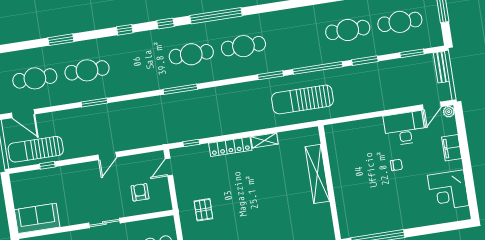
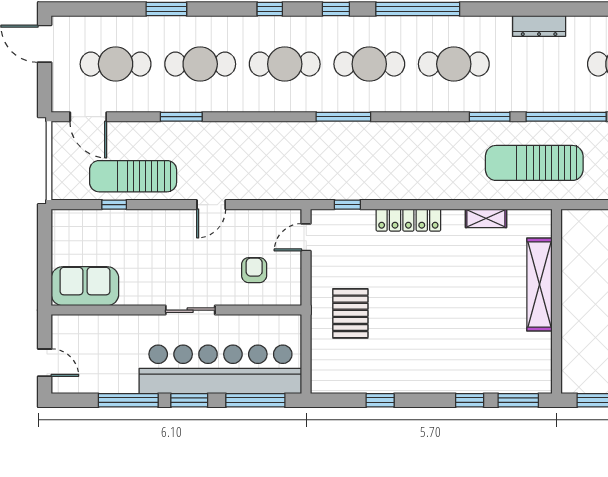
dresser: (292, 15) -> (539, 26), added
cafe table: (139, 62) -> (285, 64), added
window: (94, 103) -> (181, 117), moved
shelving: (265, 140) -> (486, 218), moved
sun lounger: (36, 149) -> (133, 176), moved
pallet: (203, 210) -> (350, 313), width x1.50, depth x1.42

